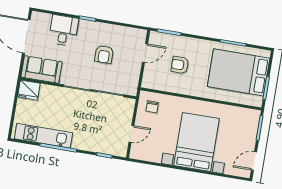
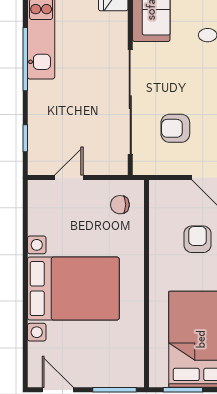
armchair: (104, 54) -> (175, 128), moved
door: (131, 134) -> (69, 178), swing flipped

